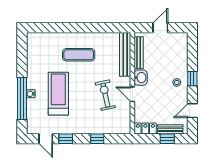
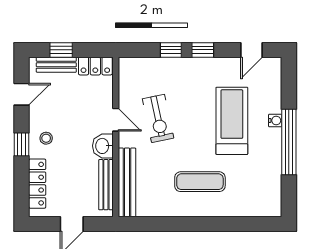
locker: (182, 54) -> (37, 184), added
treadmill: (58, 94) -> (232, 121), turned 180
window: (22, 99) -> (289, 142), moved
door: (46, 139) -> (251, 50), swing flipped
window: (66, 139) -> (203, 50), moved

